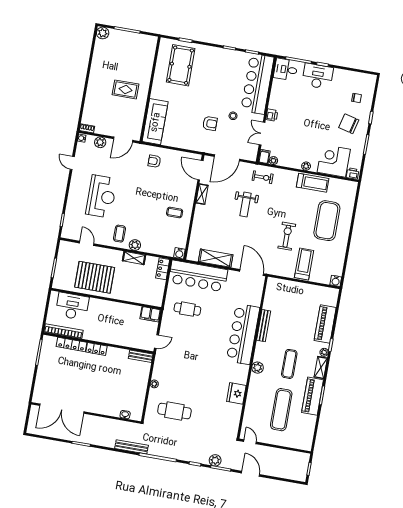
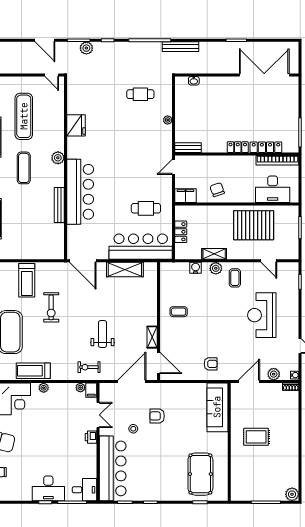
water cooler: (179, 253) -> (196, 268), moved
locker: (163, 269) -> (181, 232), moved
chair: (121, 314) -> (217, 190), added
cafe table: (174, 411) -> (140, 94), width x0.73, depth x0.74

